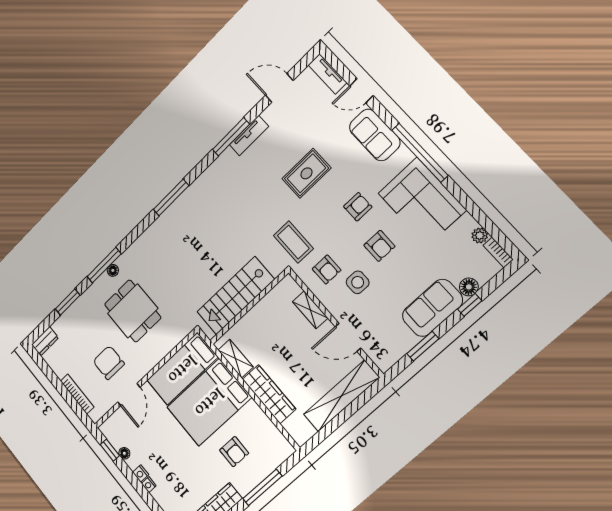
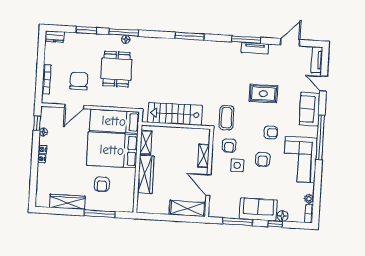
door: (279, 88) -> (290, 42), hinge flipped
window: (423, 346) -> (238, 222), width x1.44
shelving: (341, 396) -> (188, 209), width x0.68

